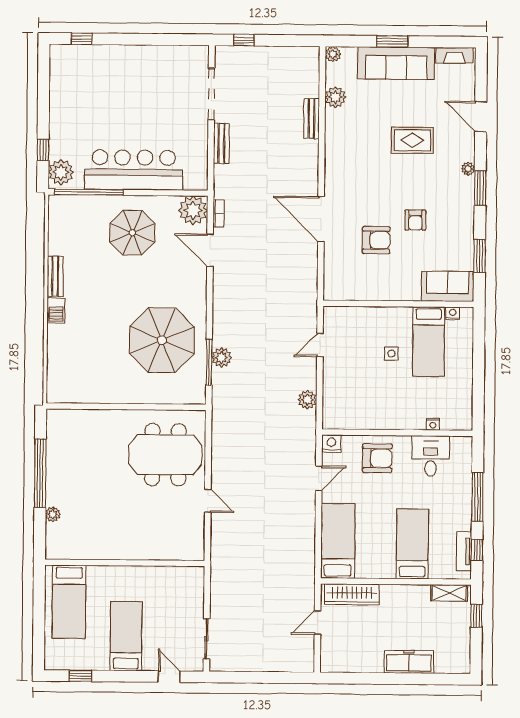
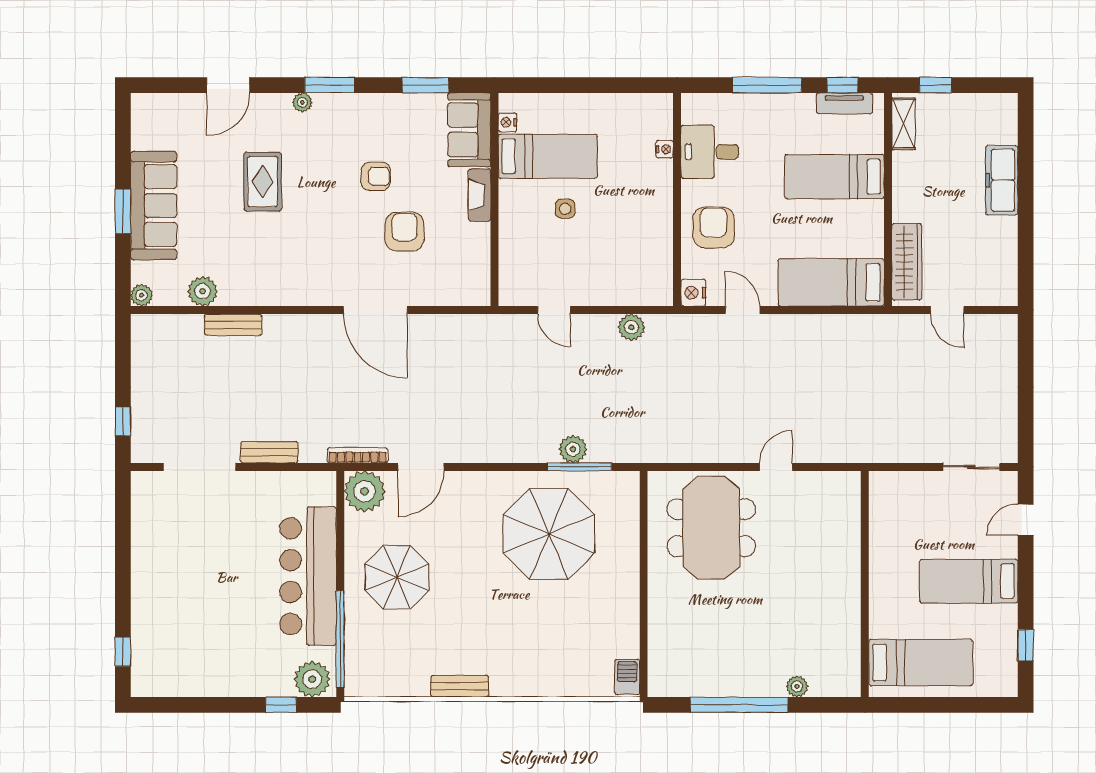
fireplace: (454, 55) -> (479, 195), moved, turned 180
bookcase: (219, 213) -> (358, 455), width x1.56
door: (321, 219) -> (375, 310), hinge flipped
barbecue: (56, 310) -> (627, 677), moved, turned -90

